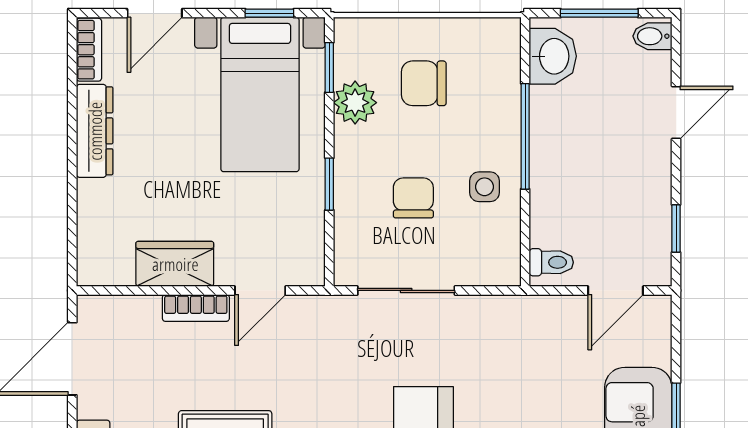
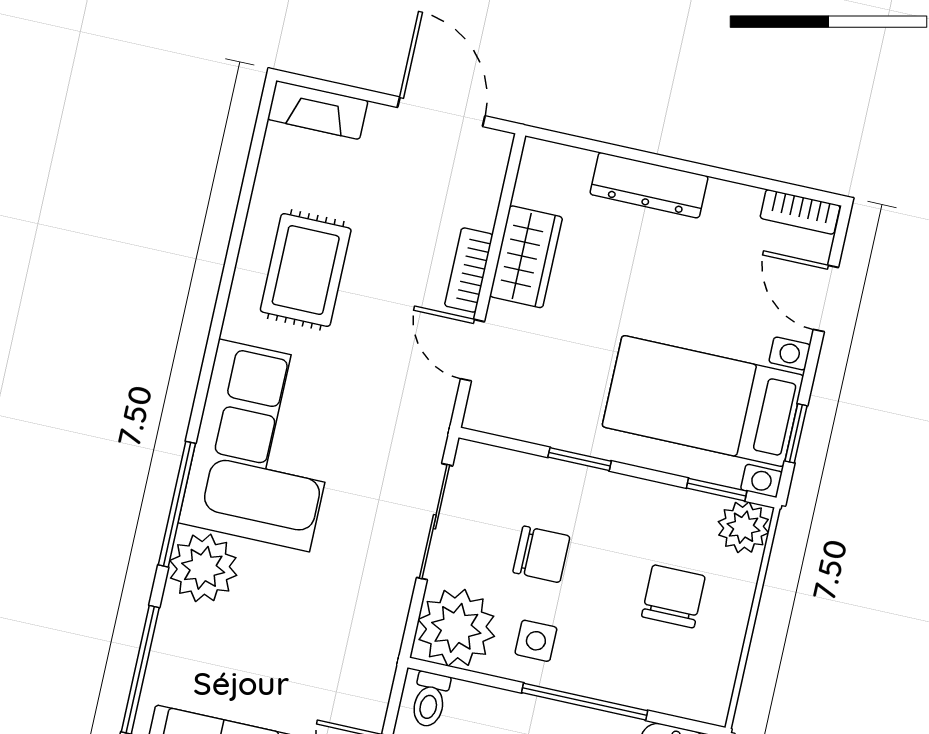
plant: (355, 103) -> (743, 527), moved
dresser: (95, 131) -> (649, 185), moved
plant: (488, 254) -> (456, 628), added

